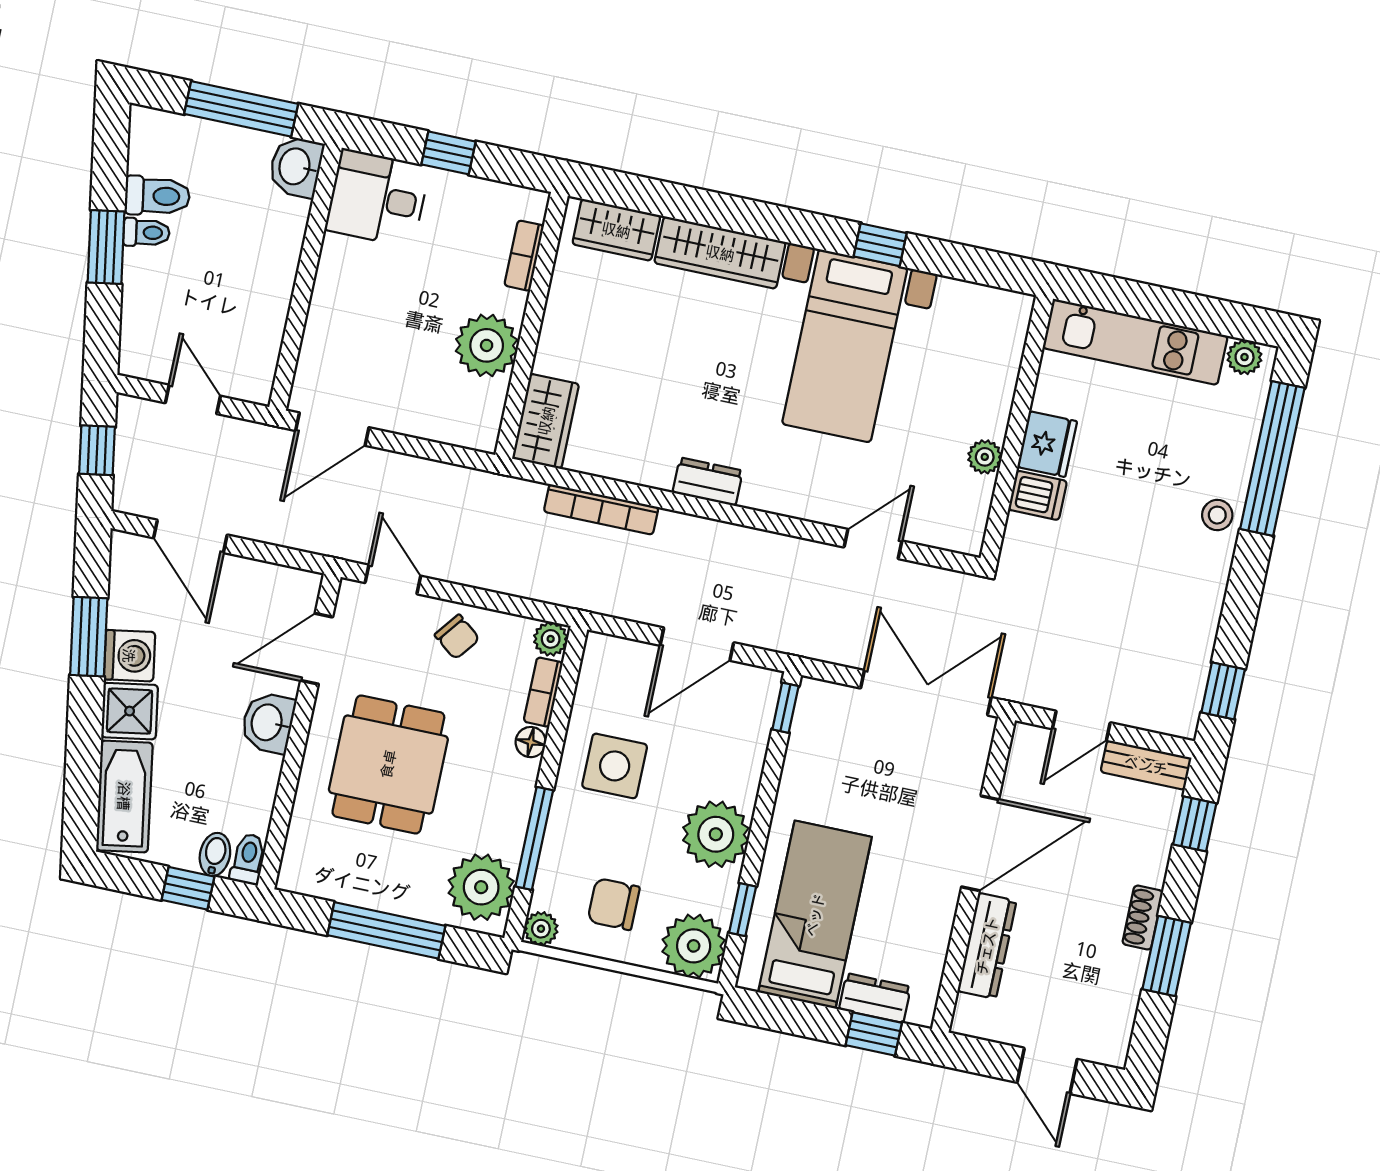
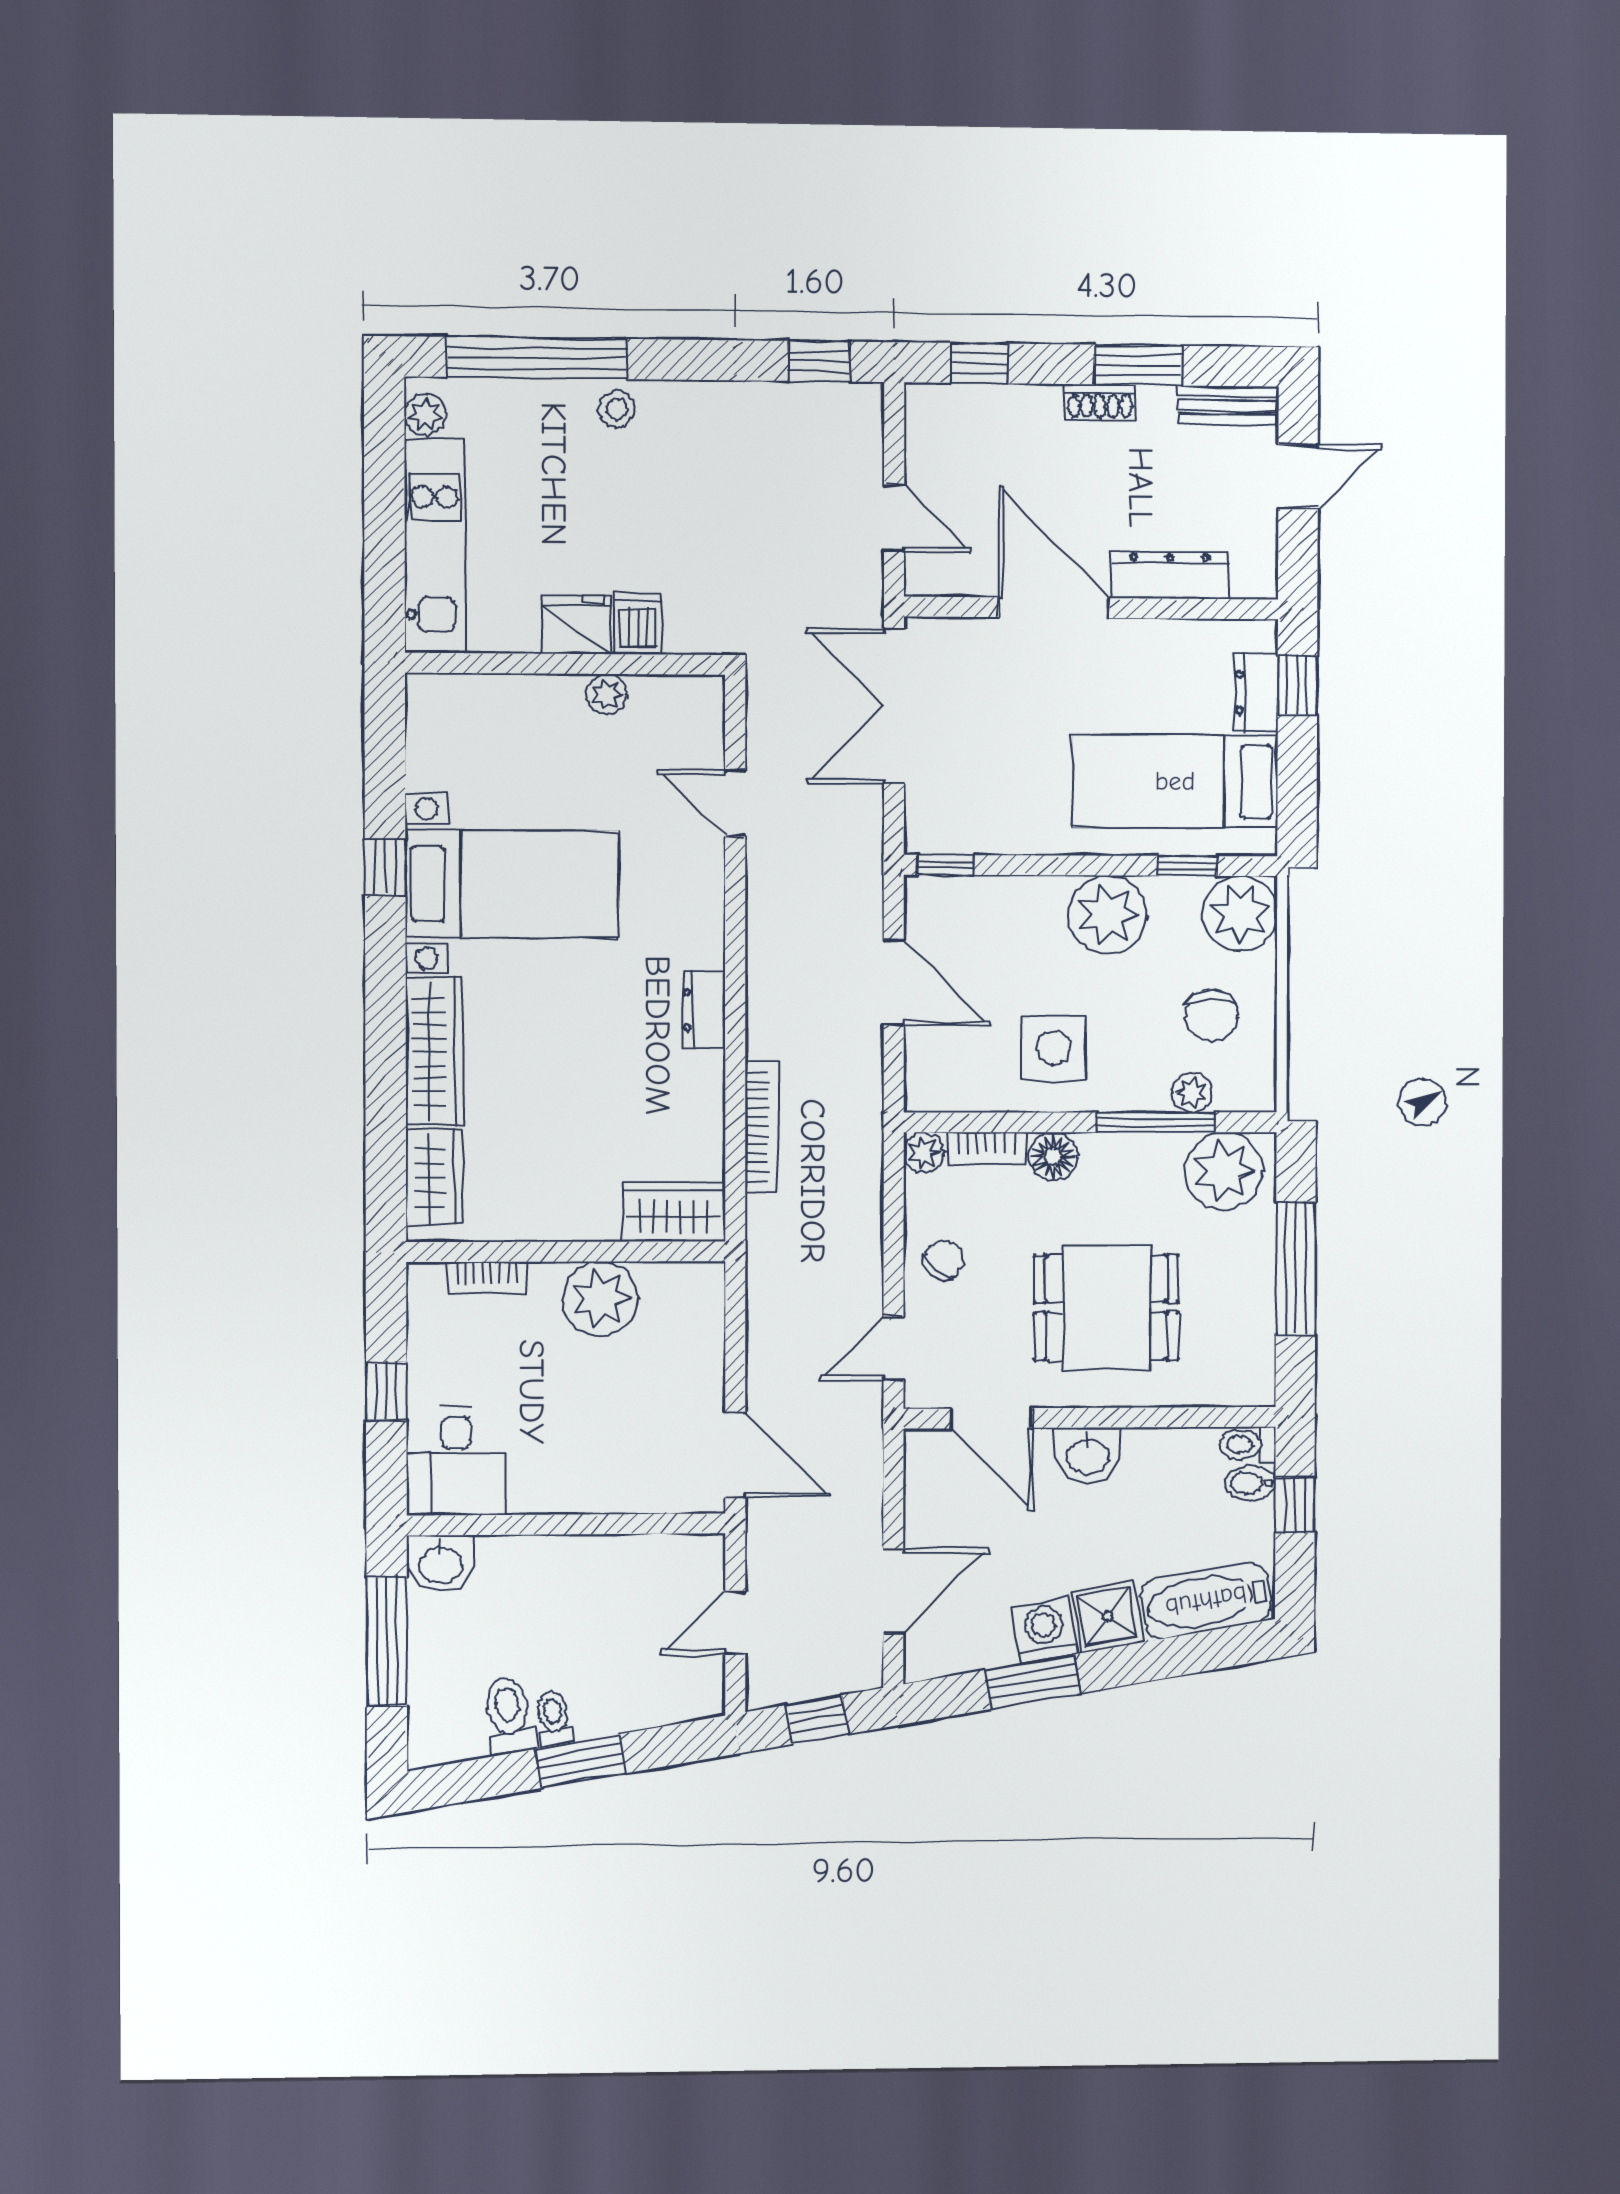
floor lamp: (531, 742) -> (1053, 1157), width x1.37, depth x1.37
bench: (1146, 765) -> (1228, 405), moved, turned 90
plant: (541, 929) -> (1192, 1093), moved

